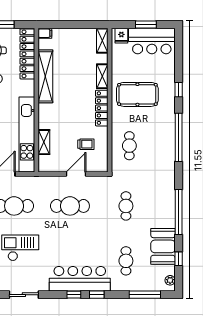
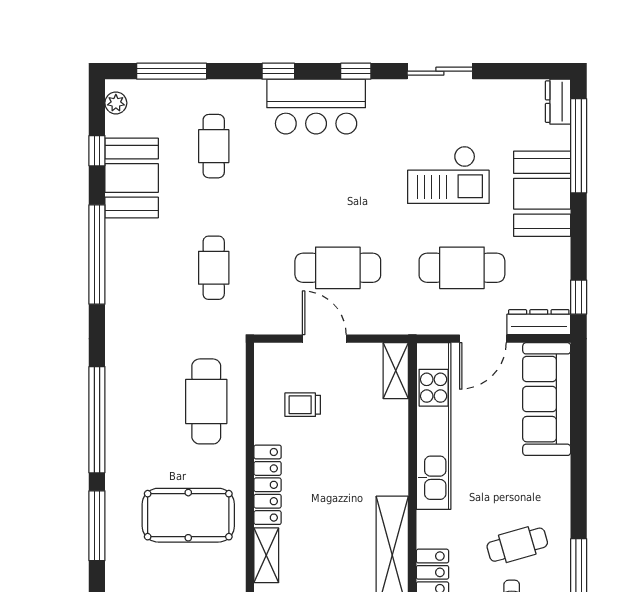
window: (179, 90) -> (97, 526), width x2.17
shelving: (44, 142) -> (396, 371), moved
cafe table: (129, 146) -> (206, 401), width x1.37, depth x1.35
door: (76, 174) -> (324, 339), swing flipped
bar counter: (80, 279) -> (316, 107), width x0.73
window: (74, 295) -> (356, 71), moved

